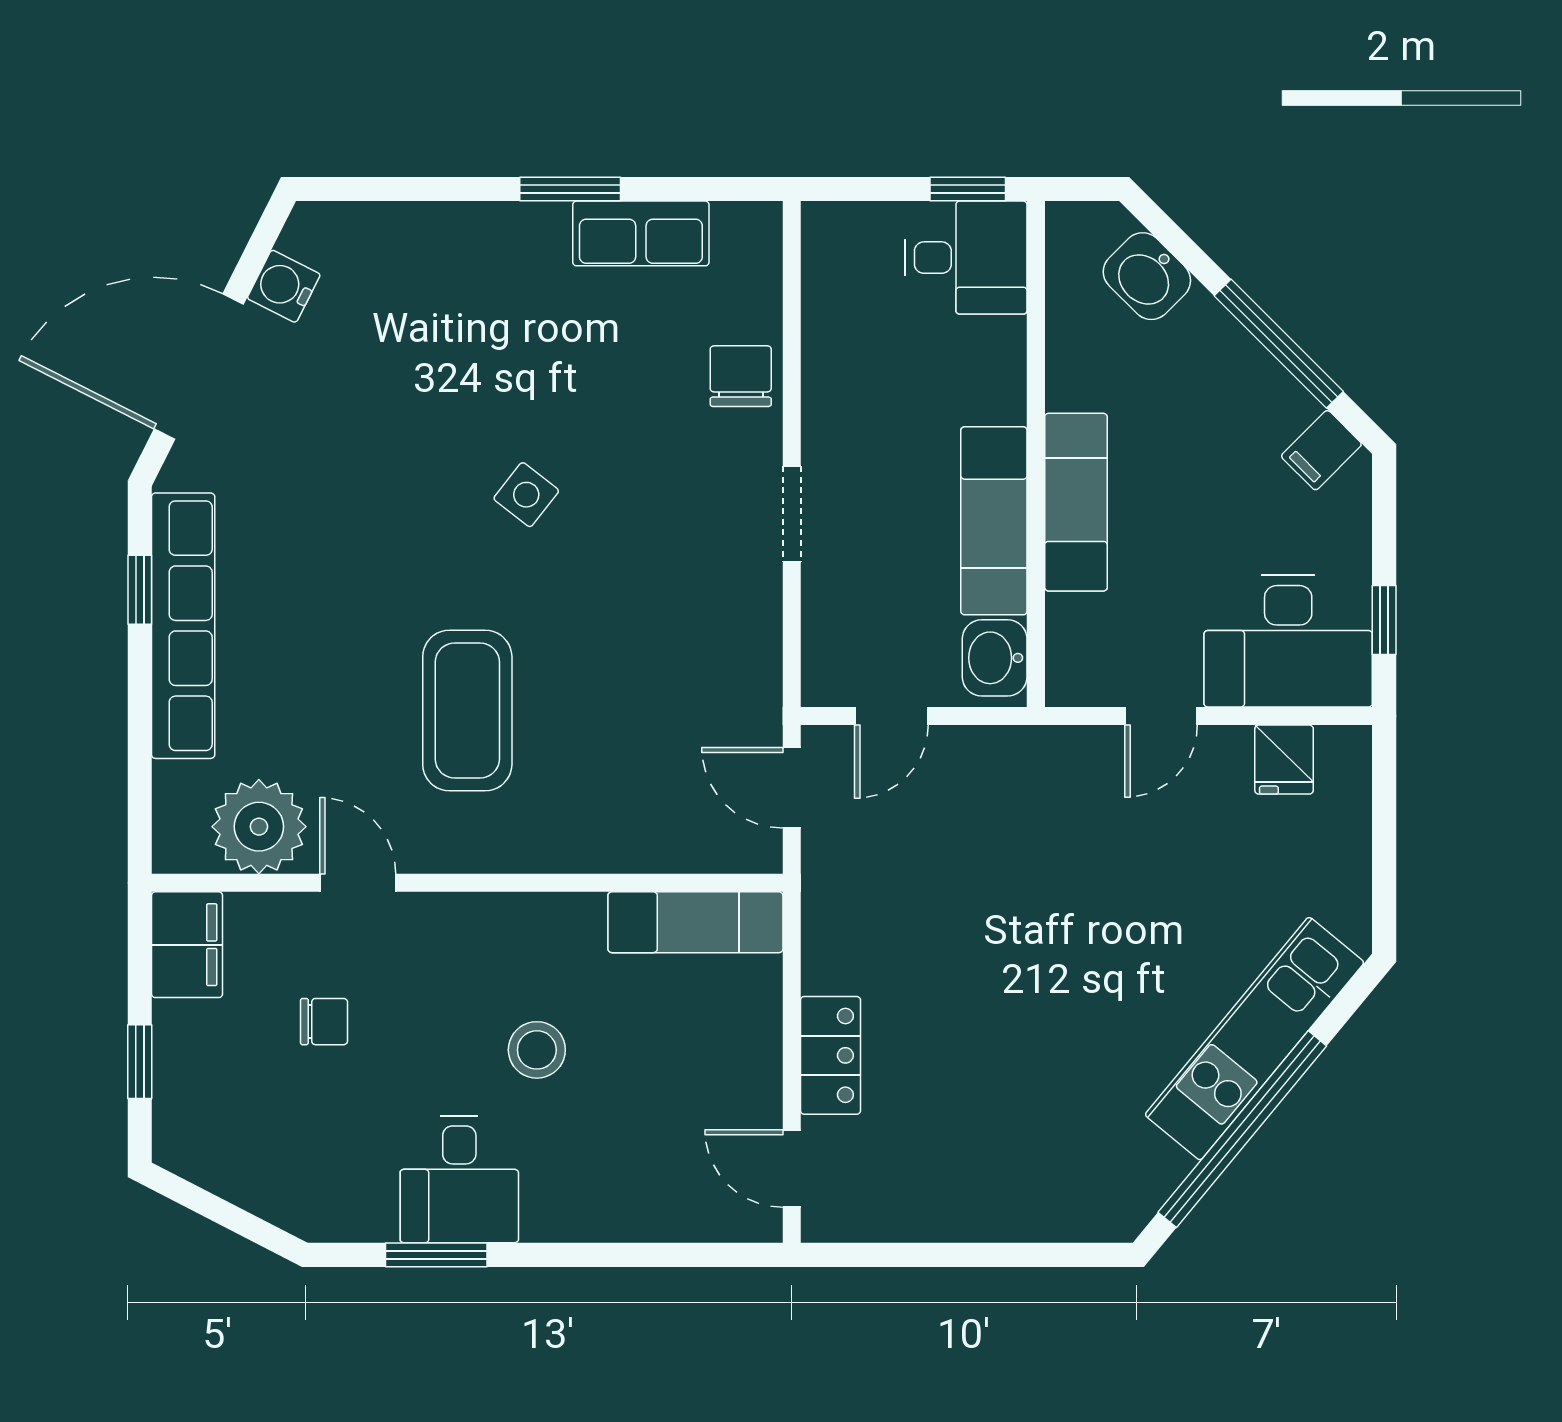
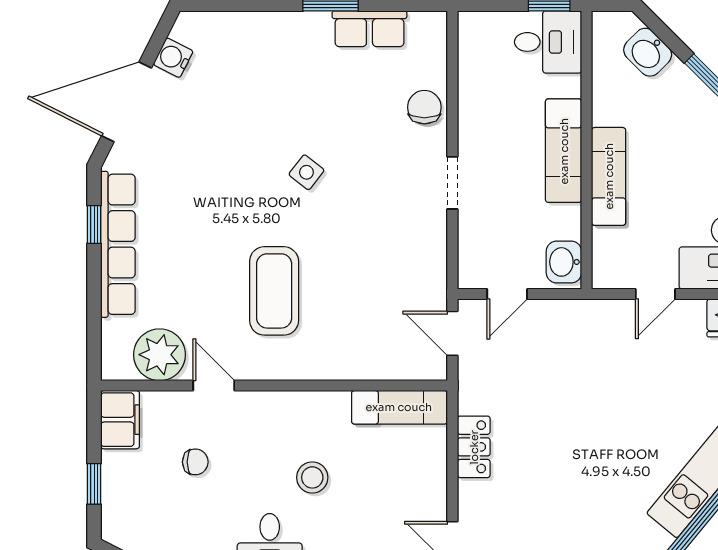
exam couch: (994, 521) -> (564, 151), moved
locker: (830, 1055) -> (474, 447), moved

